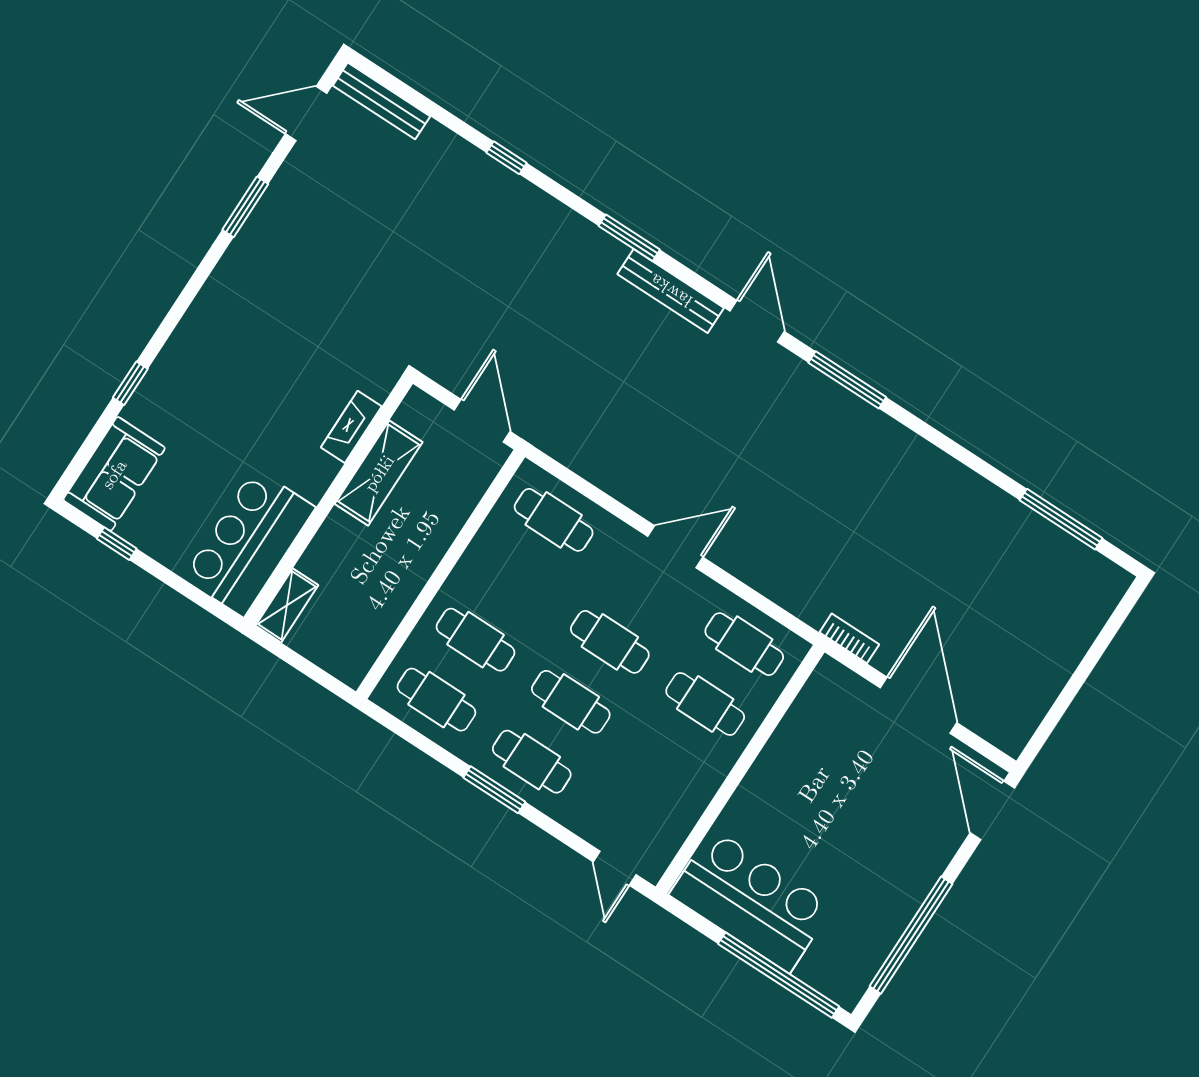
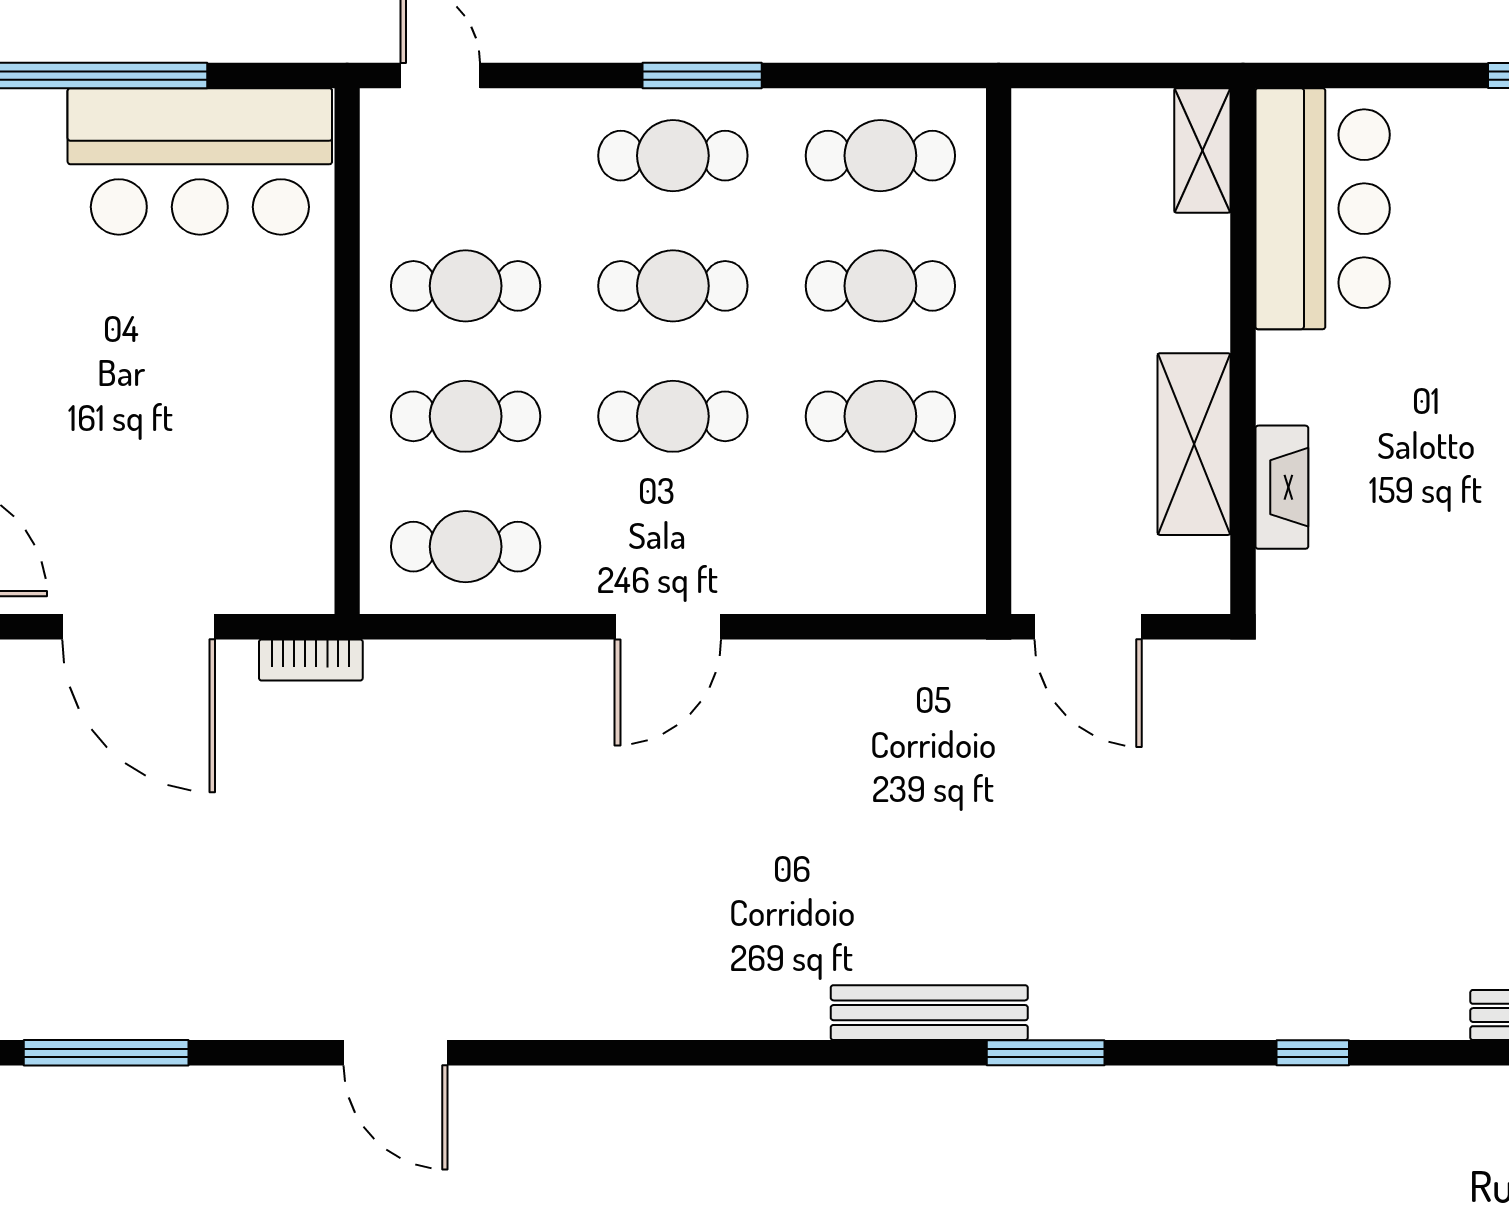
door: (757, 321) -> (396, 1053), moved
window: (847, 380) -> (571, 1053), removed
cafe table: (554, 520) -> (880, 416), moved
cafe table: (666, 764) -> (466, 286), added

